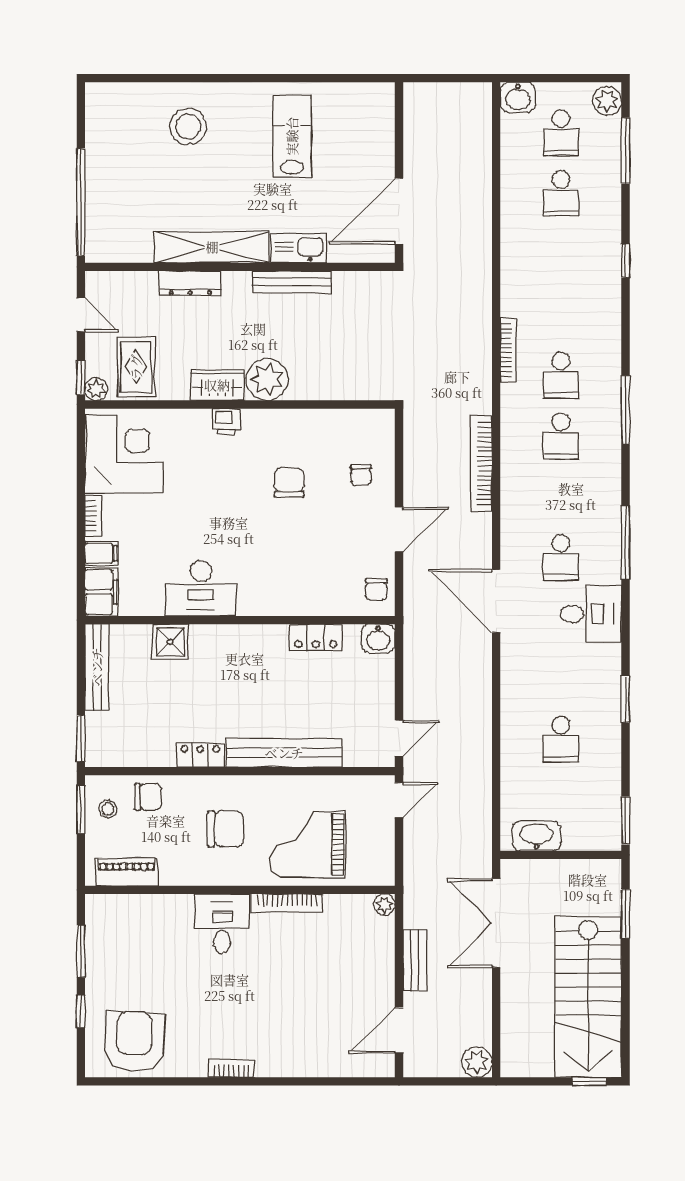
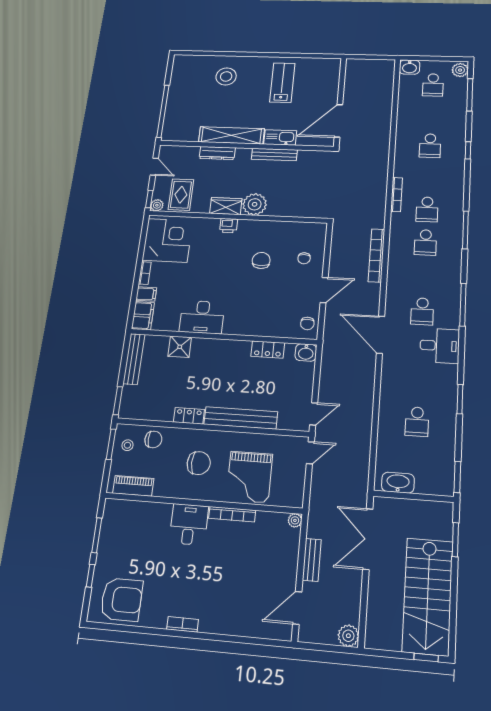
school desk: (561, 194) -> (430, 146), moved
grand piano: (308, 844) -> (249, 477), turned -90
armchair: (134, 1041) -> (122, 600), turned 87

